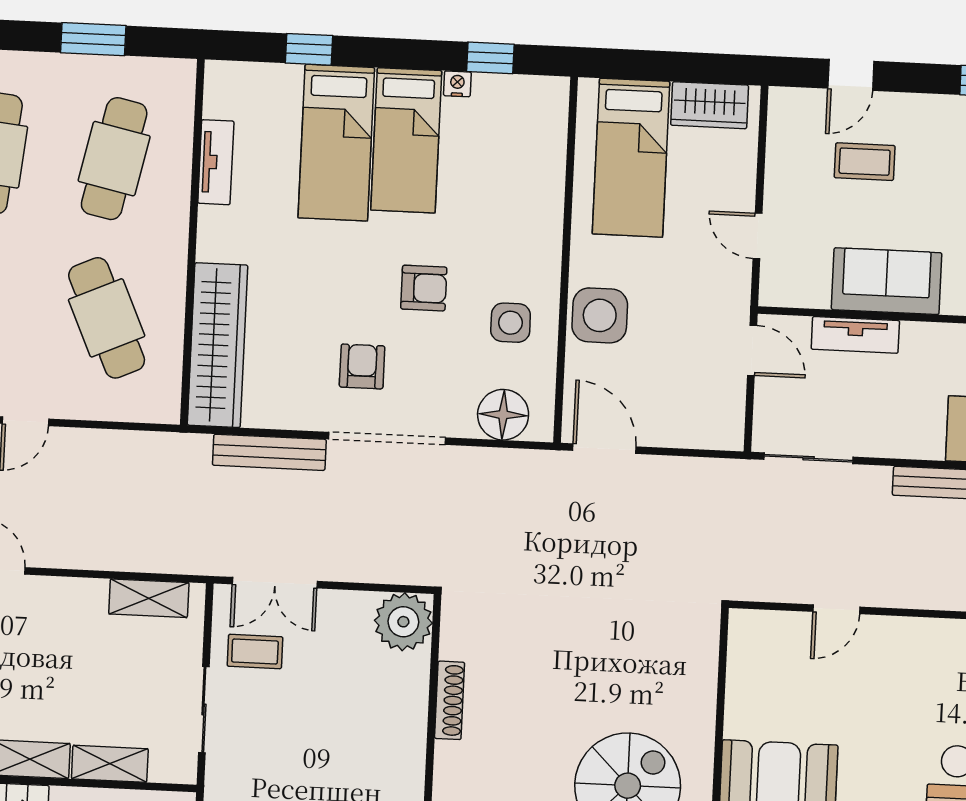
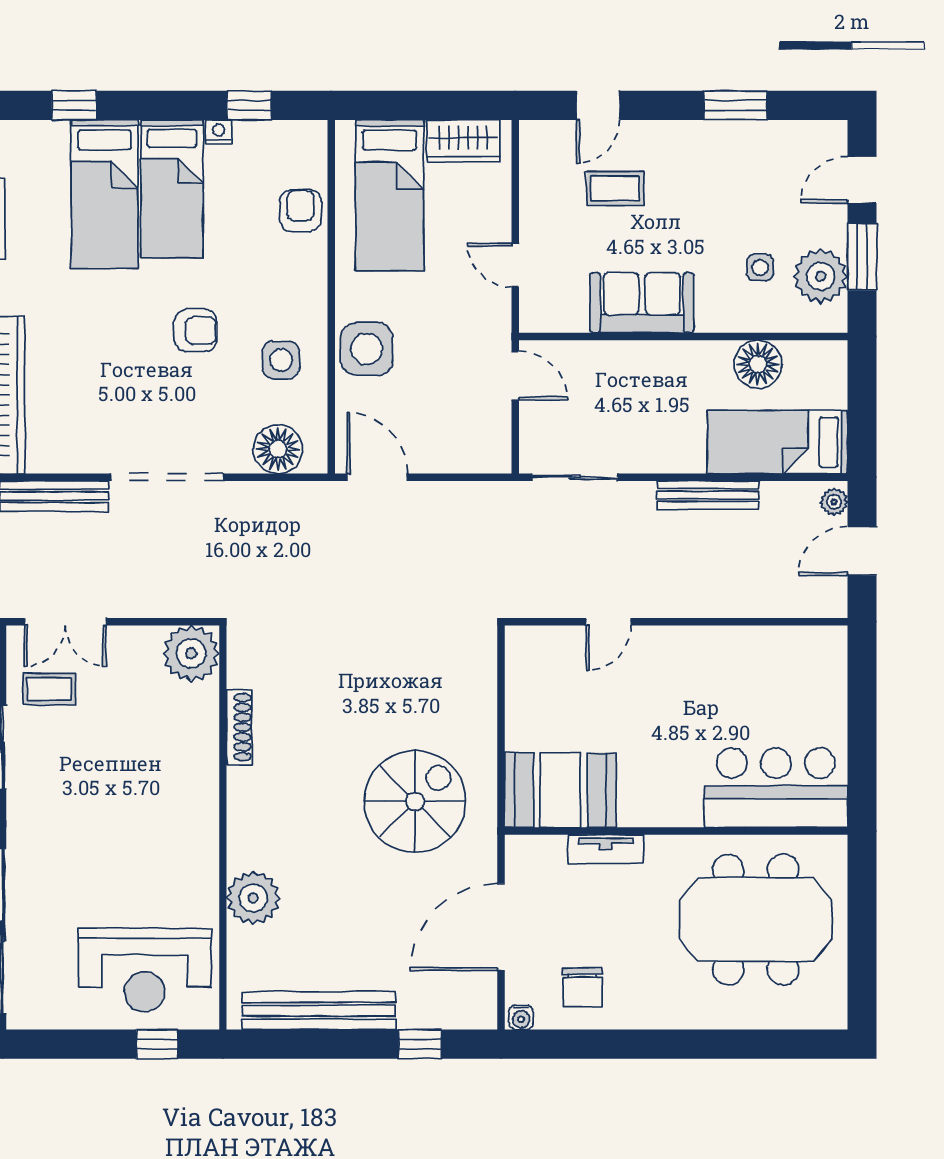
tv unit: (855, 335) -> (614, 356), removed
armchair: (362, 366) -> (301, 211), moved

